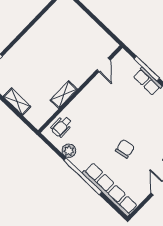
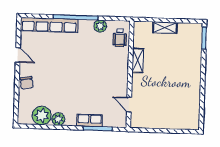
wheelchair: (62, 127) -> (120, 38), turned 180
chair: (125, 149) -> (64, 61), removed

